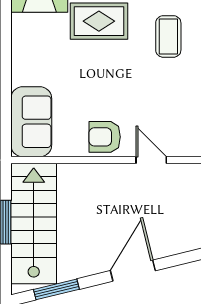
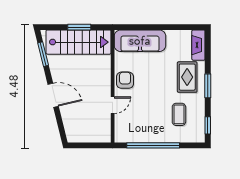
coffee table: (168, 36) -> (179, 114), turned 90
sofa: (31, 122) -> (140, 41), width x1.36

